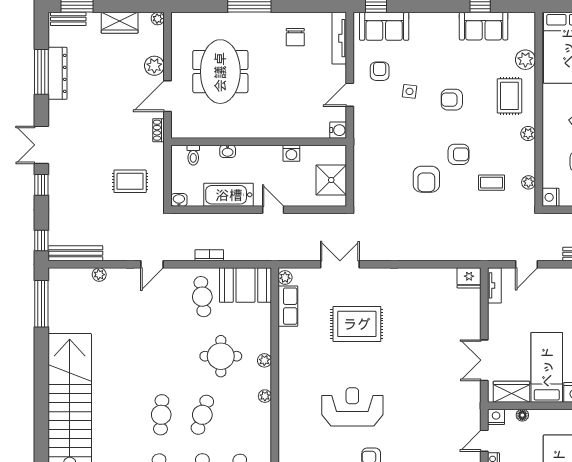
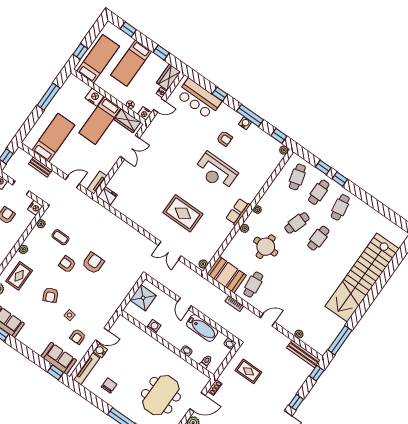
armchair: (452, 100) -> (51, 295), turned 65
water cooler: (338, 130) -> (100, 351), moved
row of seats: (288, 306) -> (238, 212), moved

